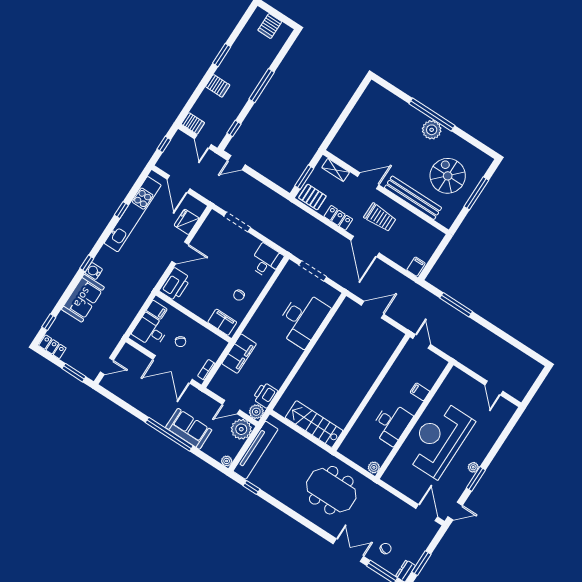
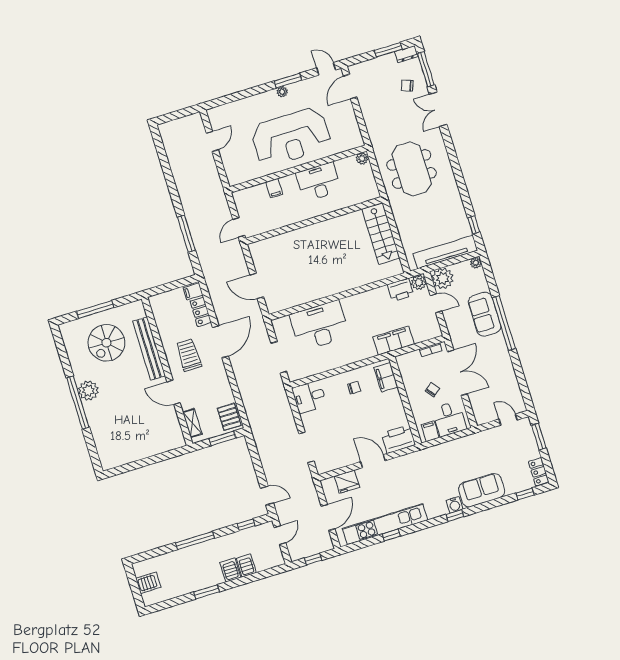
server rack: (193, 123) -> (246, 566), moved
locker: (338, 218) -> (201, 312), moved

